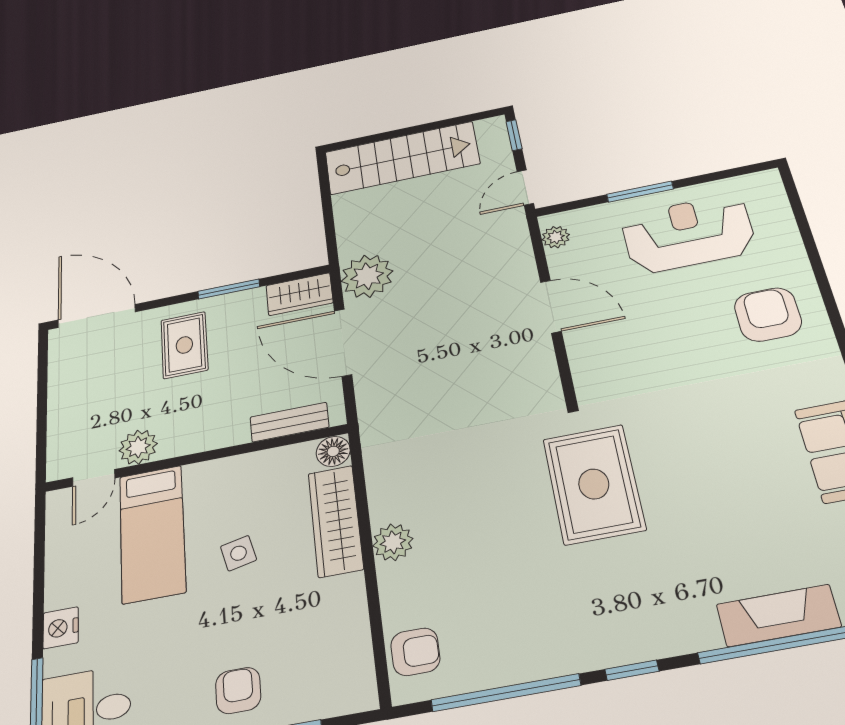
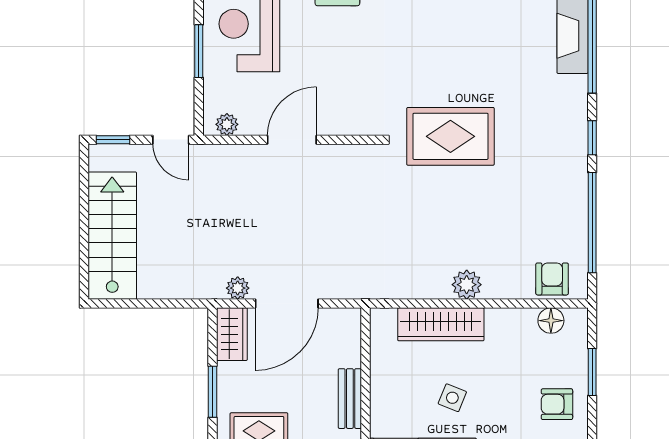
plant: (367, 276) -> (238, 288), width x0.53, depth x0.53
bench: (289, 422) -> (350, 399), moved
floor lamp: (333, 451) -> (551, 321), moved
side table: (238, 553) -> (452, 398), turned 35

